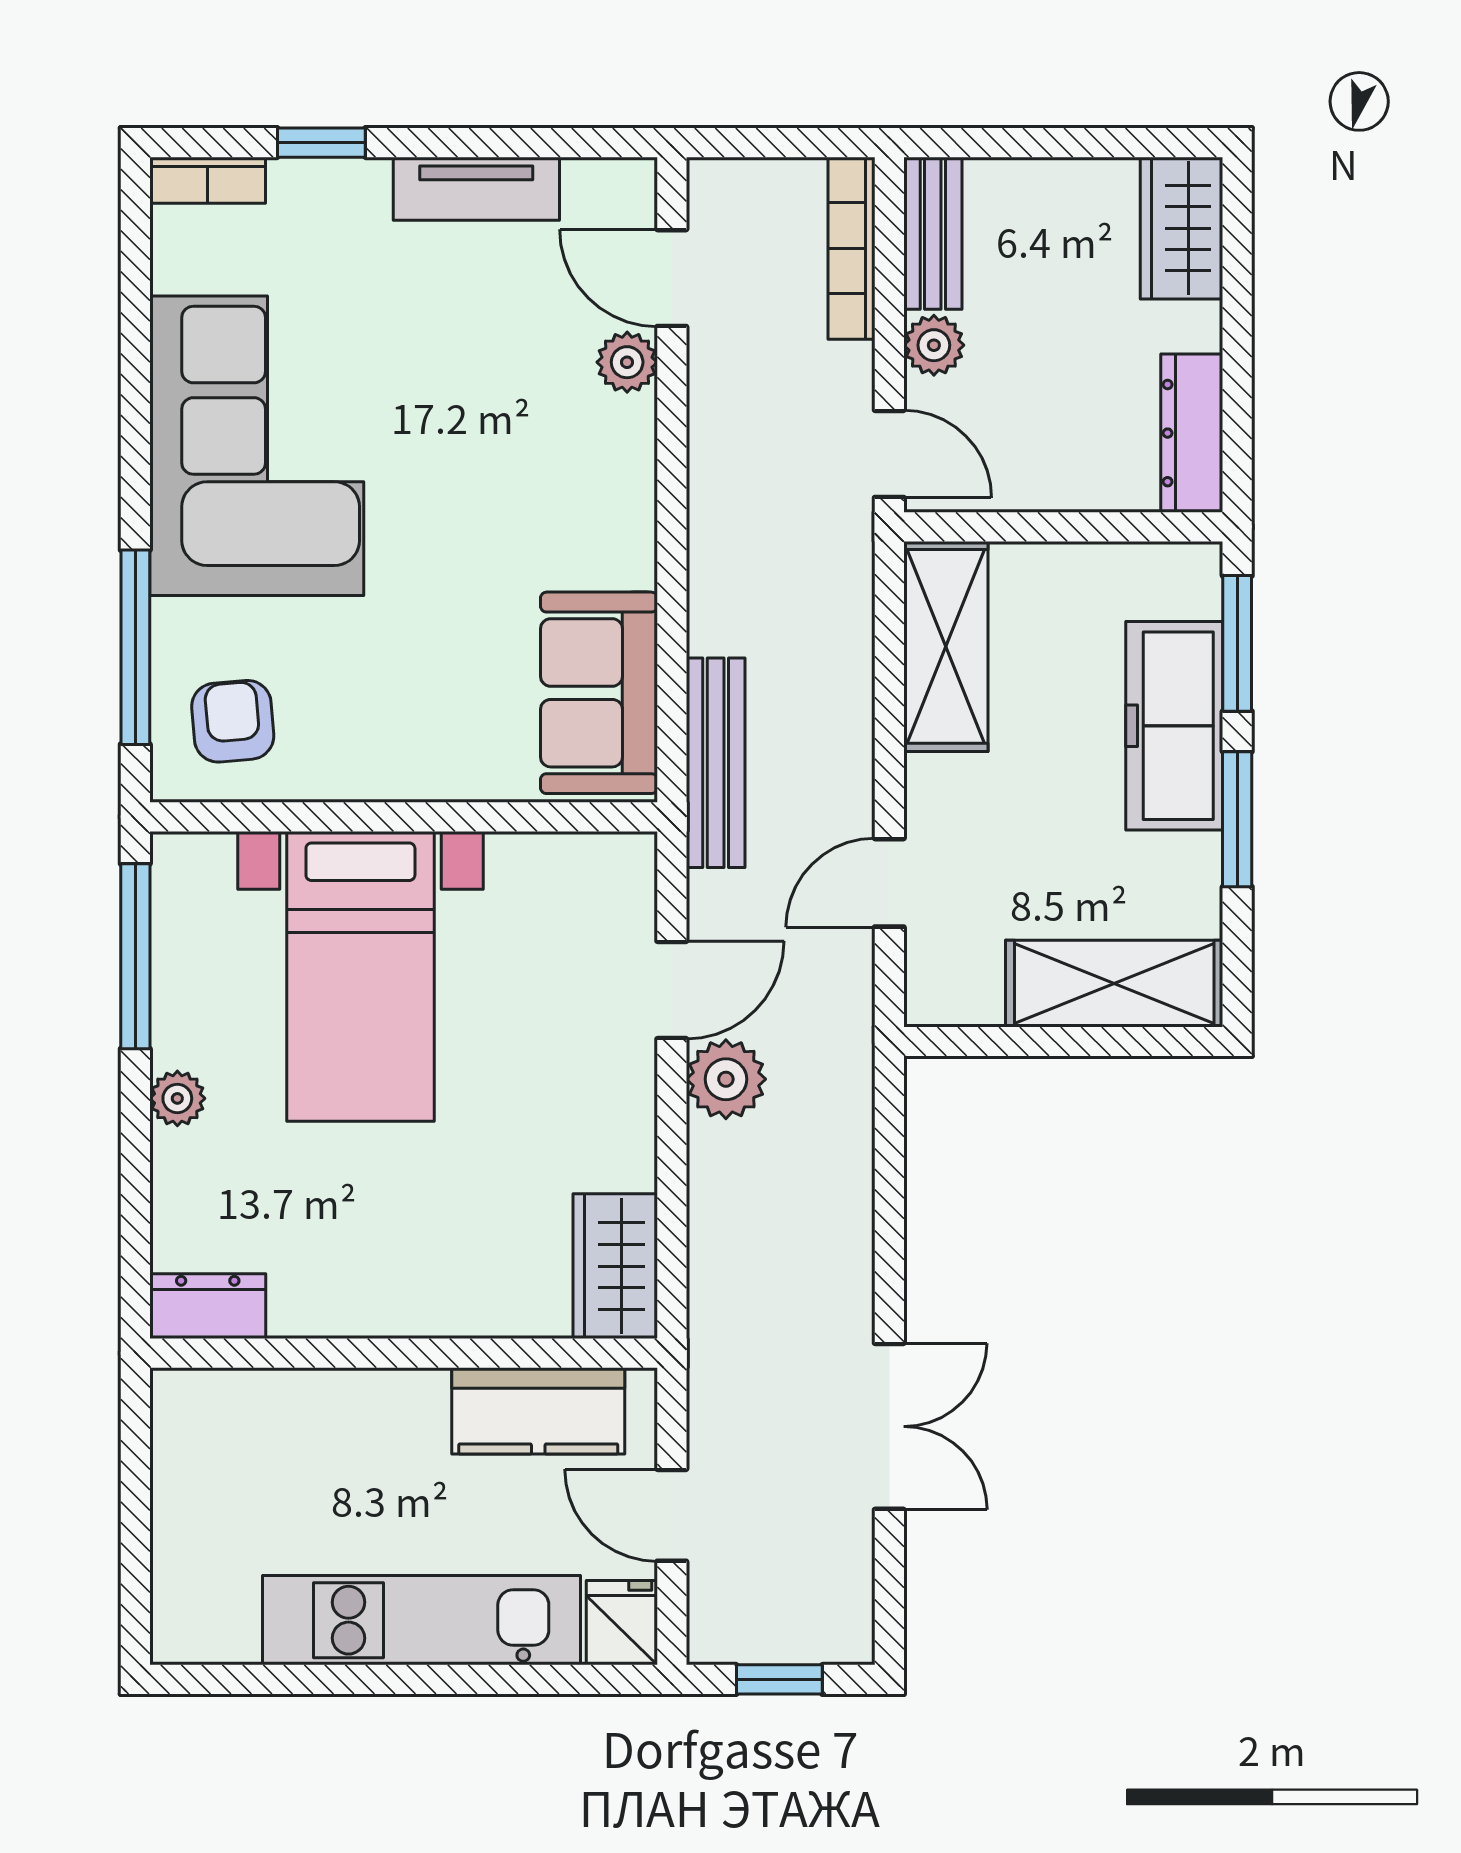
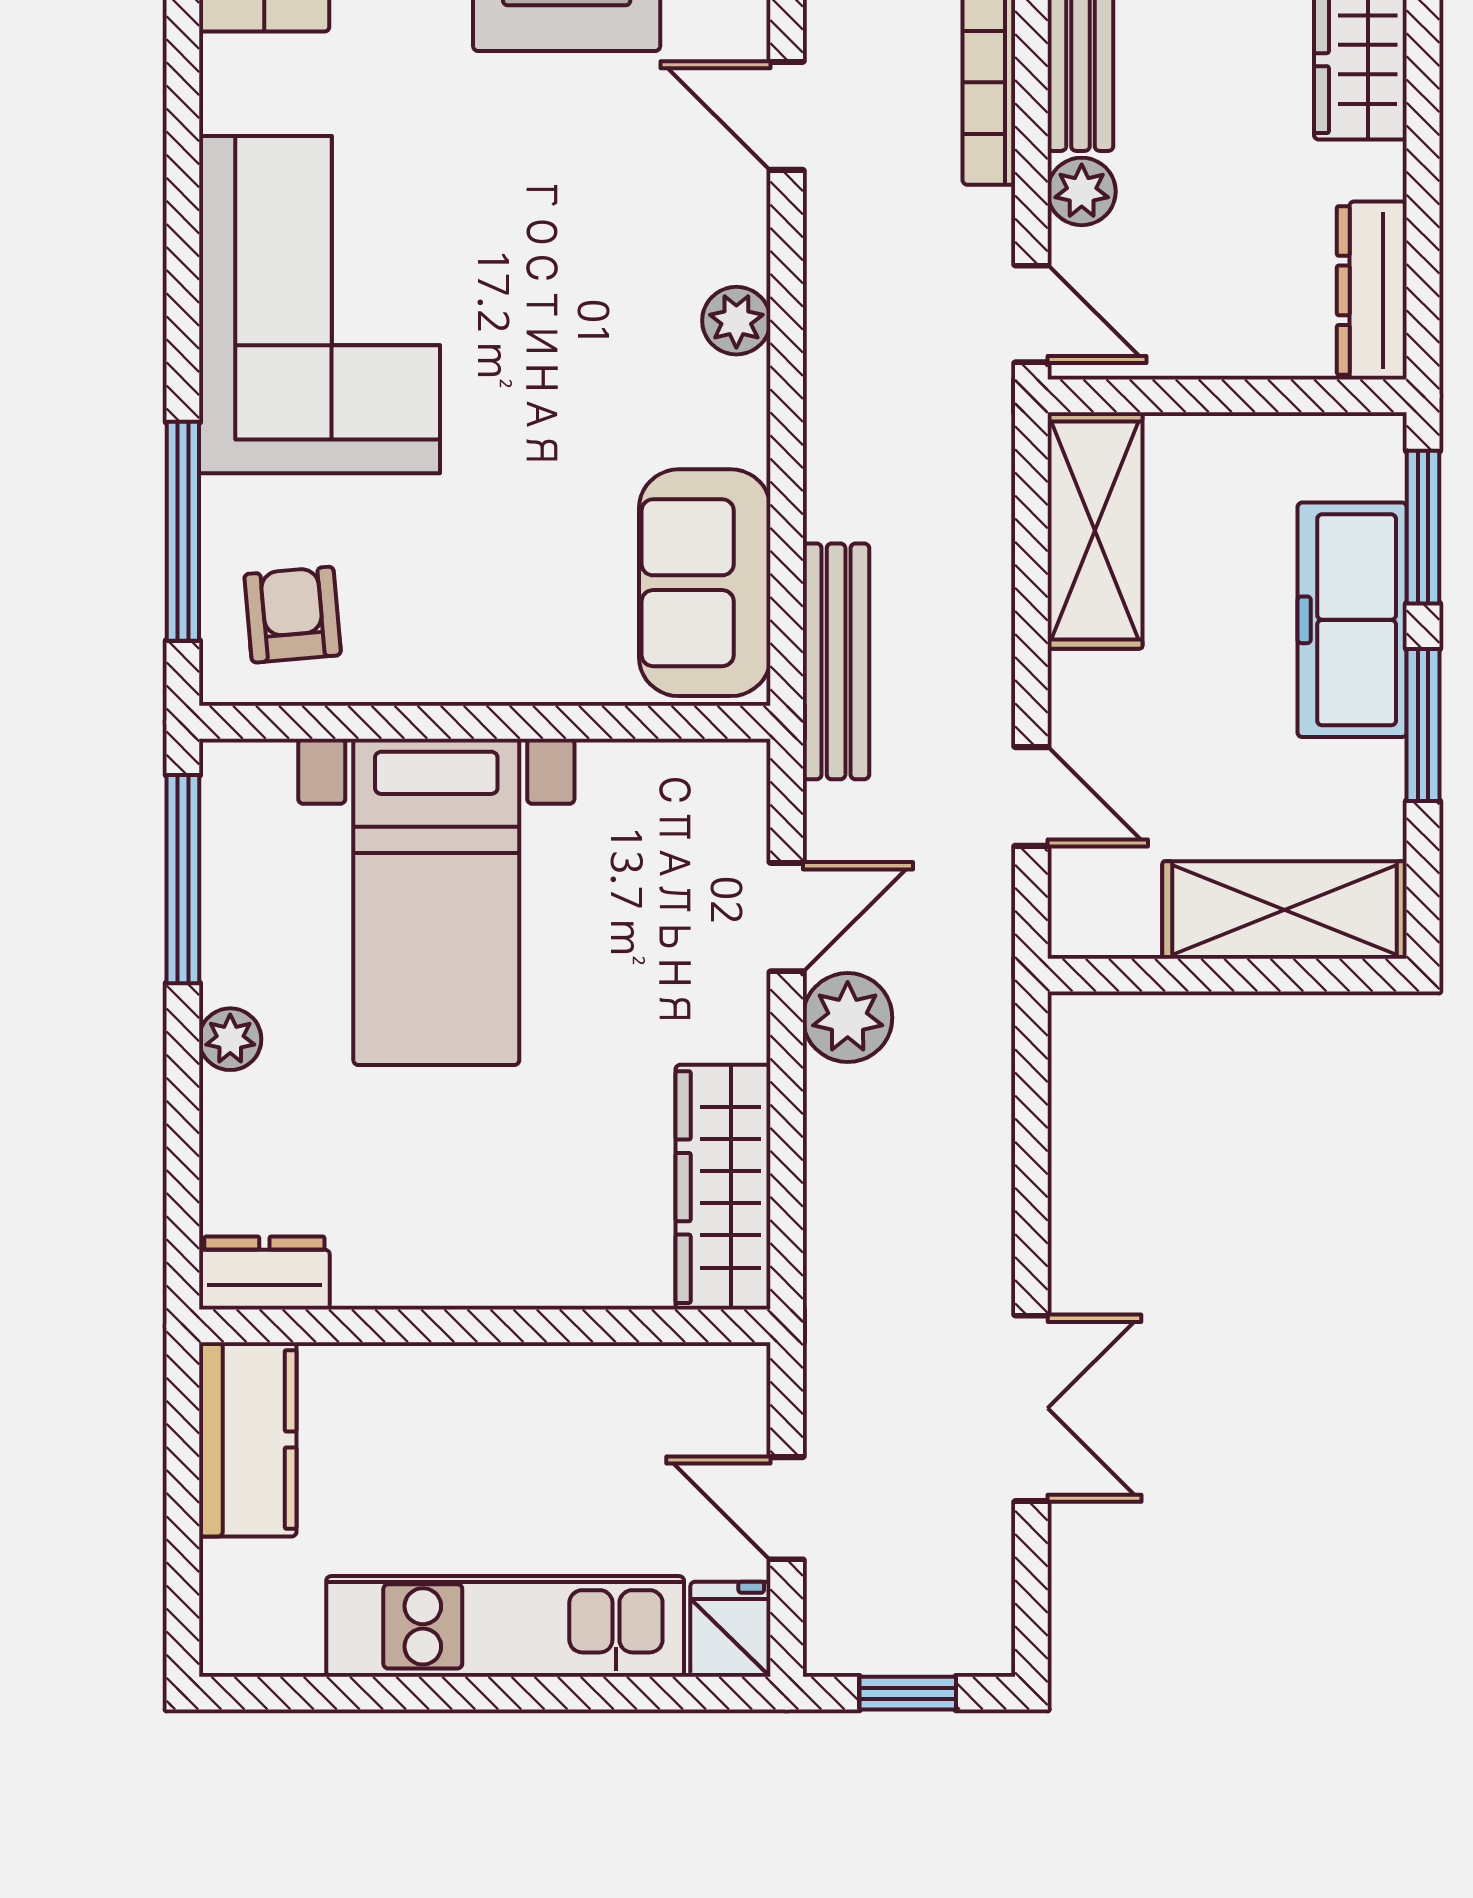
plant: (627, 362) -> (736, 321), moved
door: (889, 883) -> (1031, 796), swing flipped
wardrobe: (615, 1266) -> (723, 1187), width x1.50
kitchen counter: (538, 1411) -> (248, 1439), moved, turned -90

